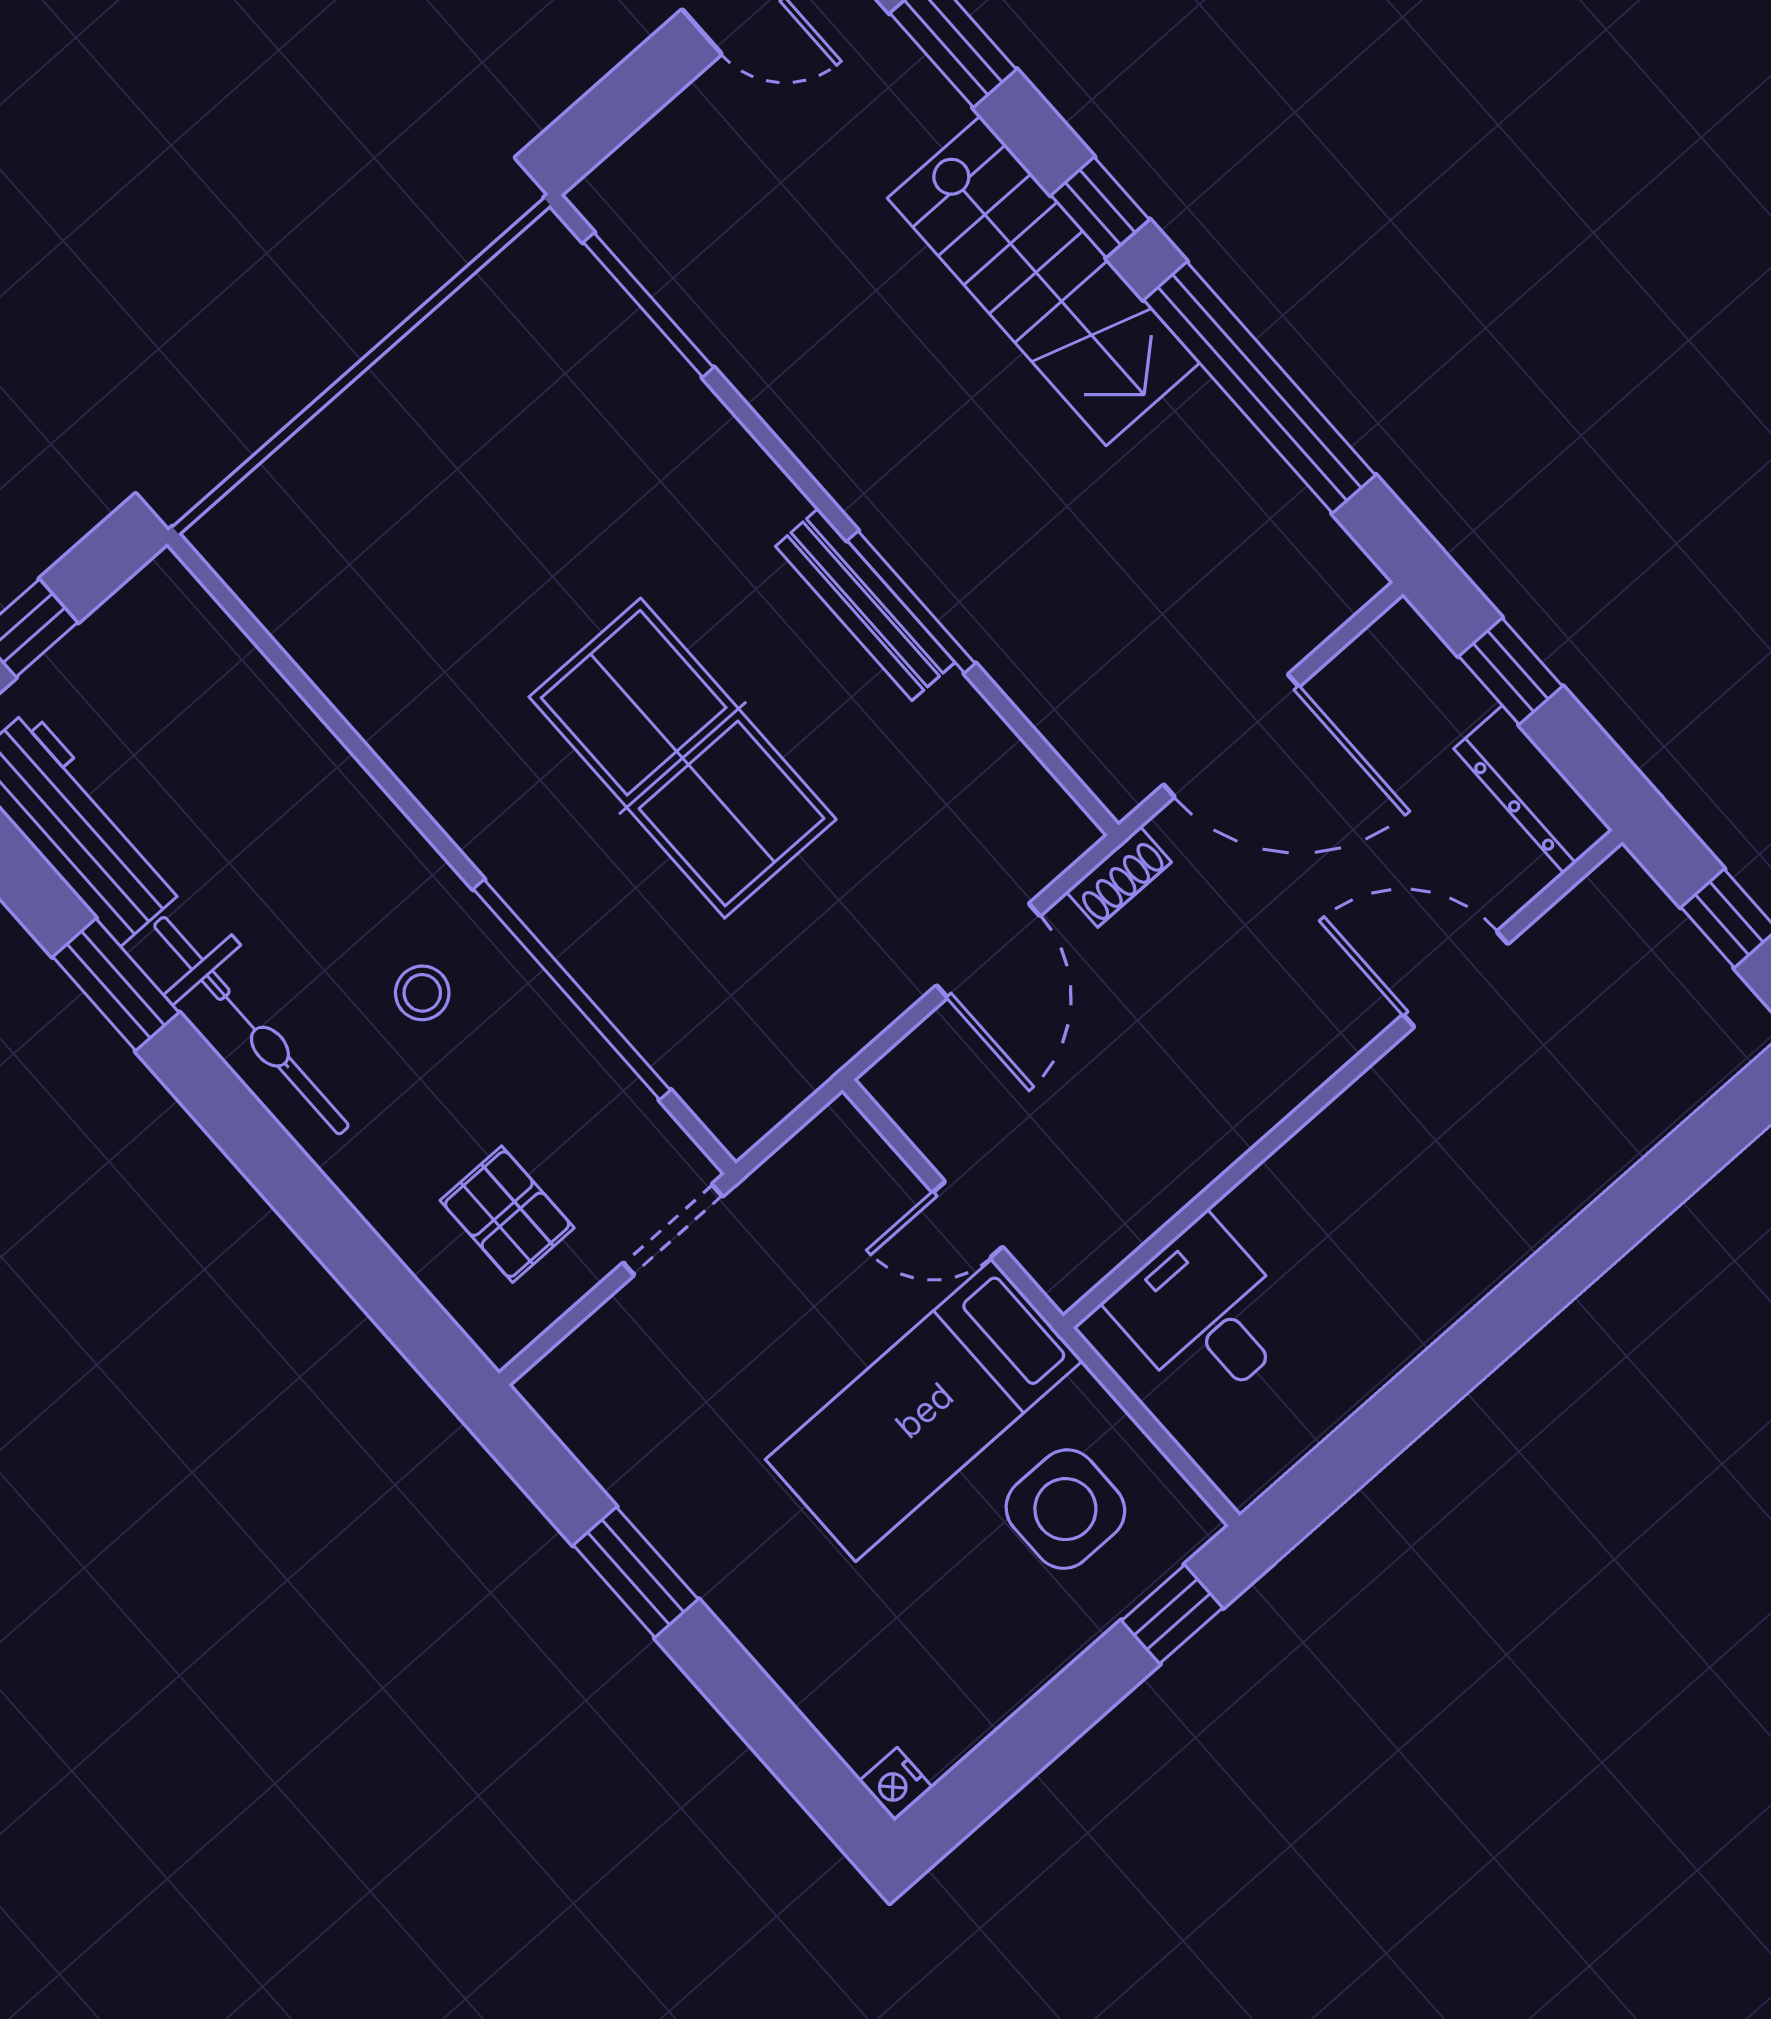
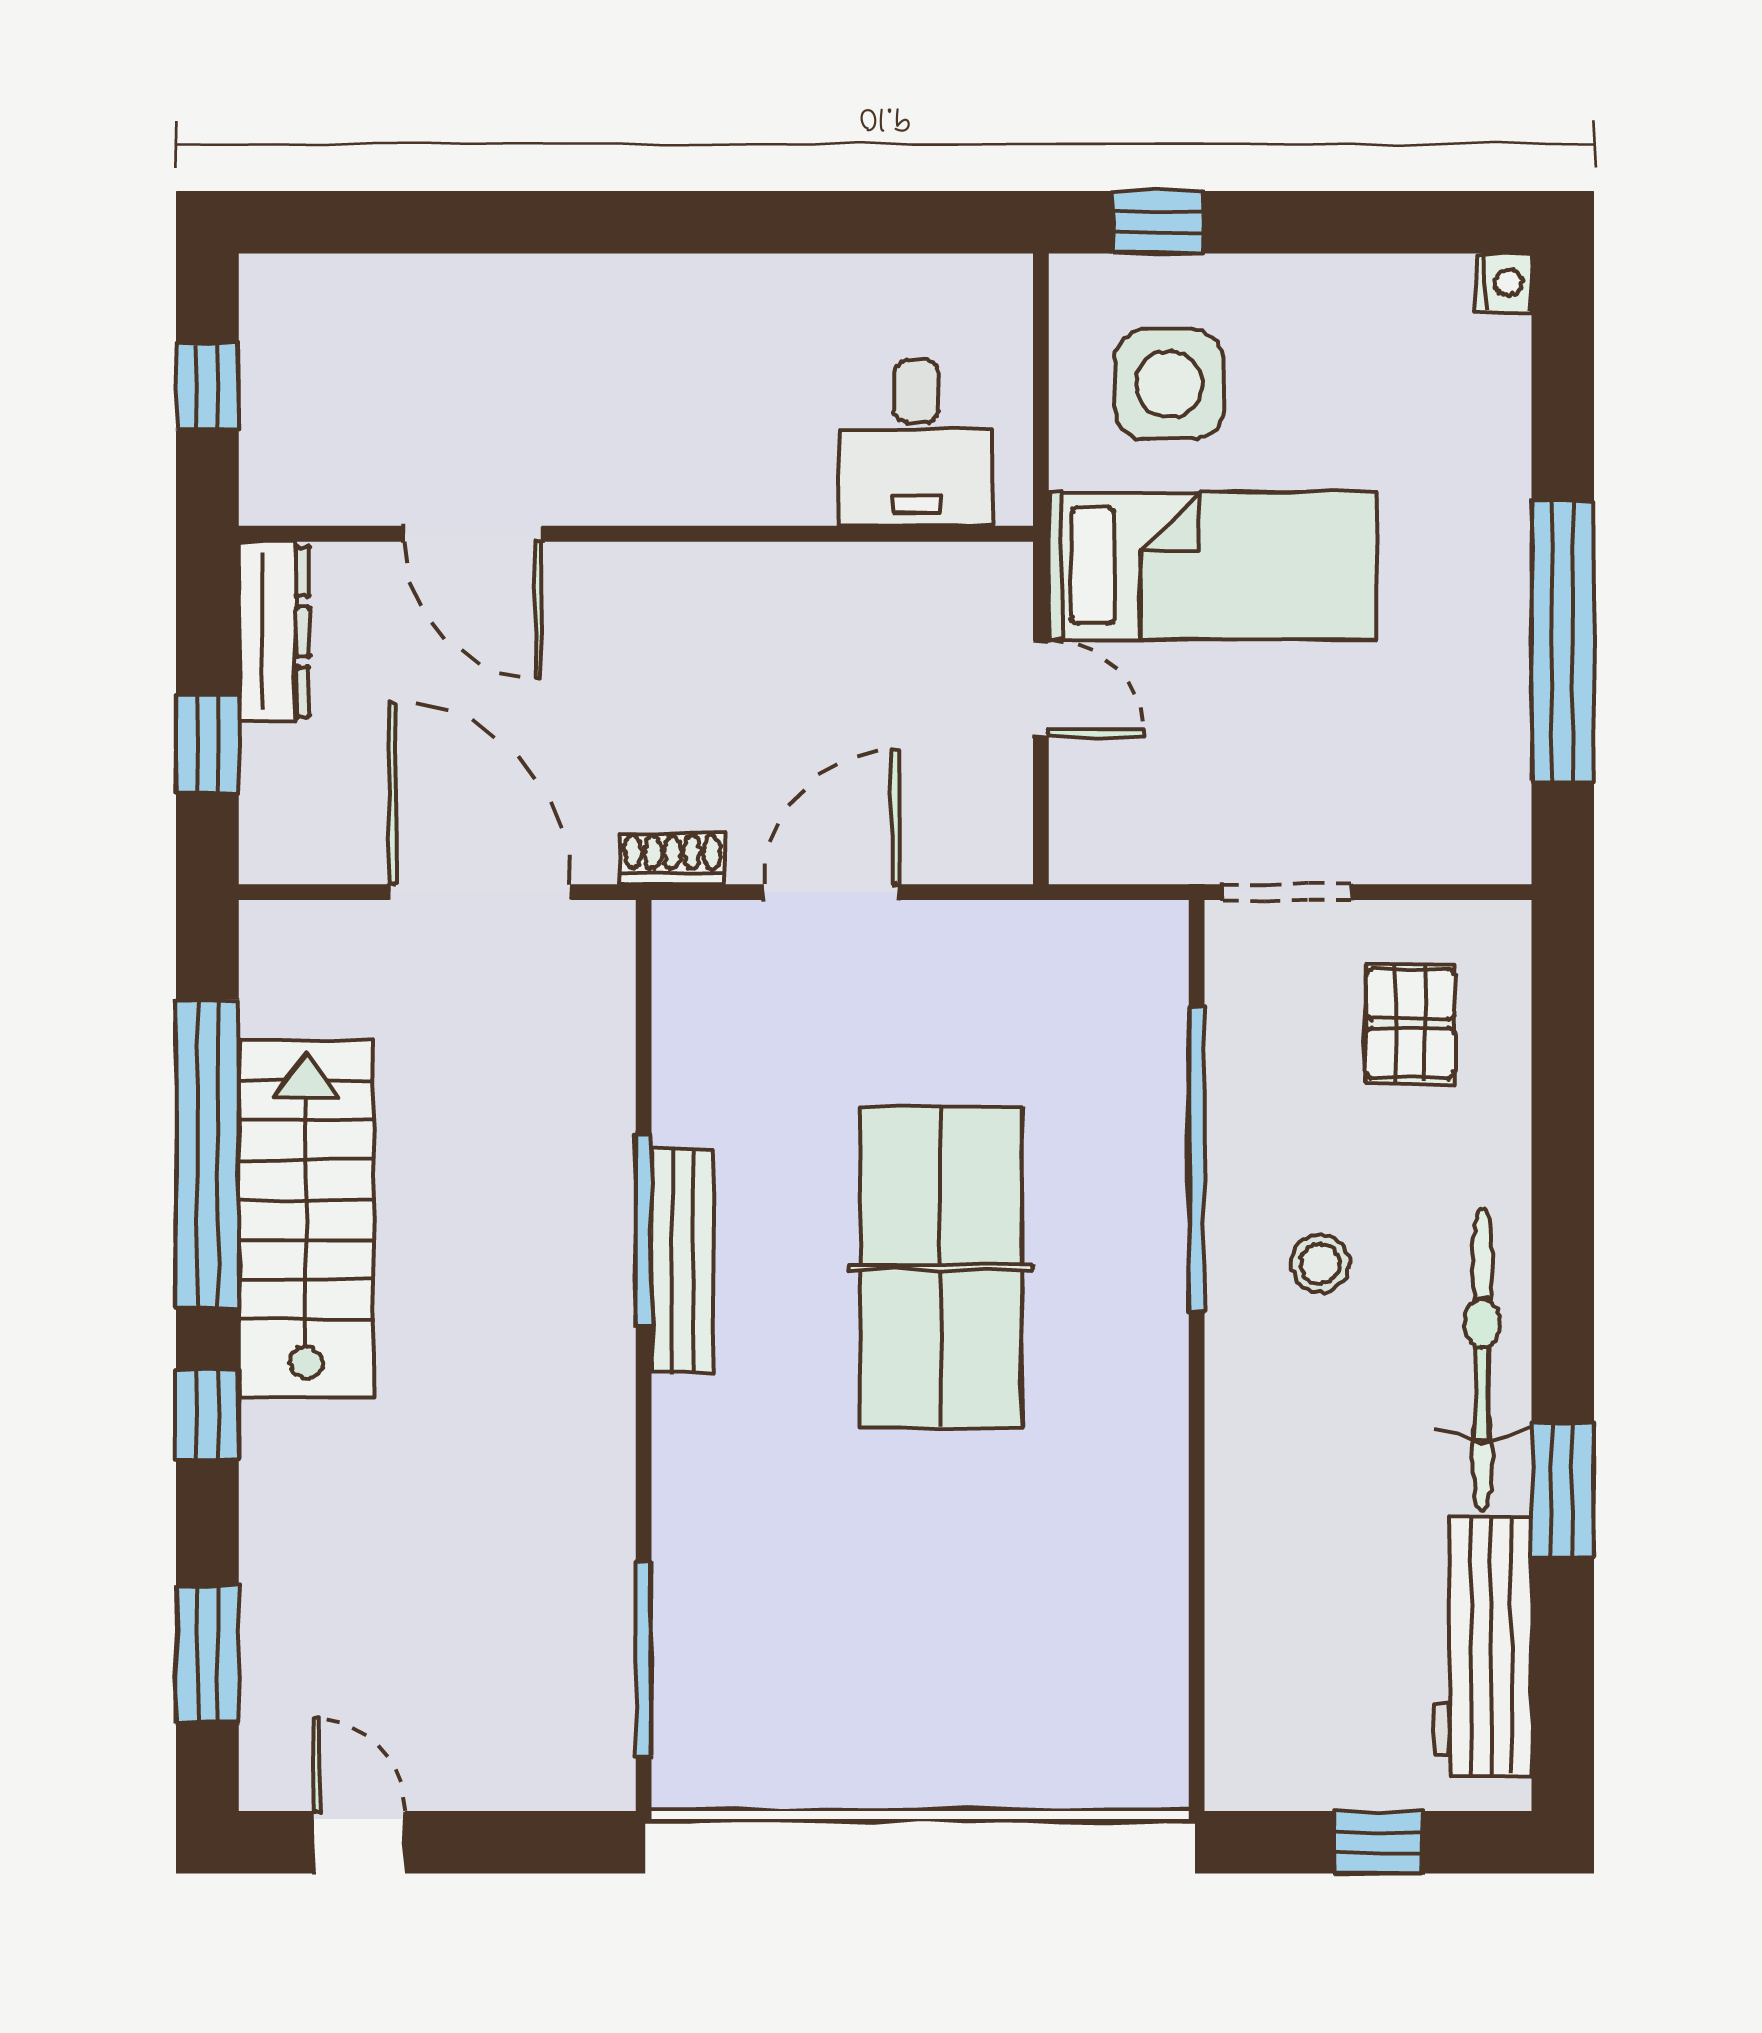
stairs: (1043, 281) -> (306, 1219), moved
window: (636, 1572) -> (1563, 641), width x2.11

